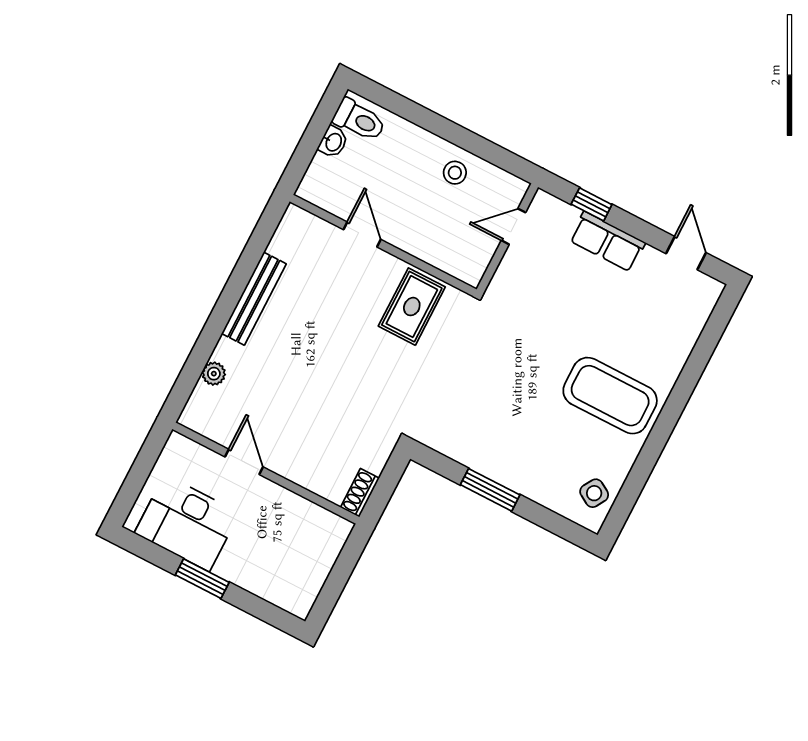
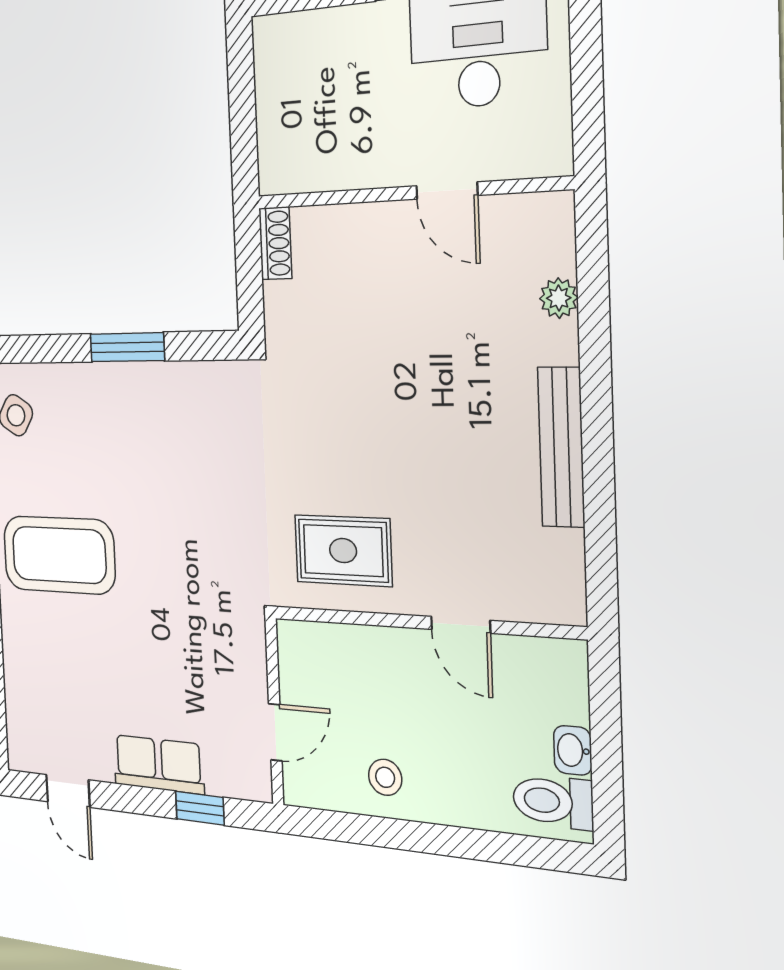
rug: (412, 307) -> (343, 551), turned 90

